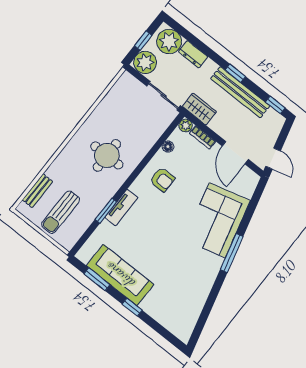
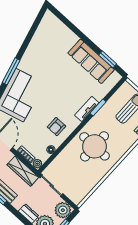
wardrobe: (199, 109) -> (23, 171), width x1.50
round table: (107, 155) -> (94, 146), width x1.36, depth x1.36
armchair: (162, 180) -> (56, 127), turned -90
window: (132, 307) -> (84, 38), removed

